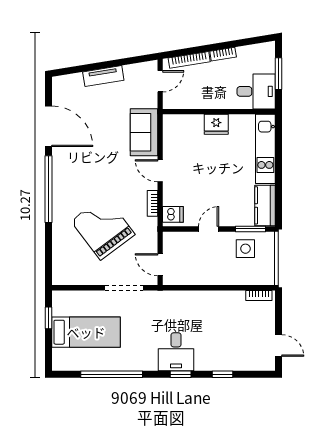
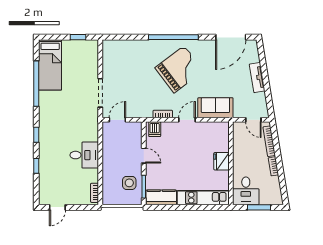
door: (49, 126) -> (231, 37), moved
grand piano: (103, 228) -> (179, 69), moved
bed: (86, 332) -> (50, 65), moved
desk: (176, 352) -> (84, 155), moved, turned 180

